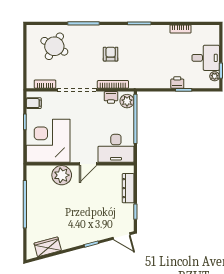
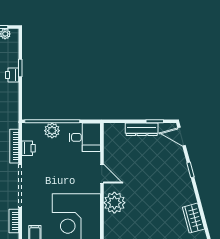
plant: (127, 101) -> (52, 131), moved
desk: (116, 148) -> (85, 137), width x0.73
dresser: (128, 188) -> (142, 129), moved
door: (121, 236) -> (182, 137), swing flipped

